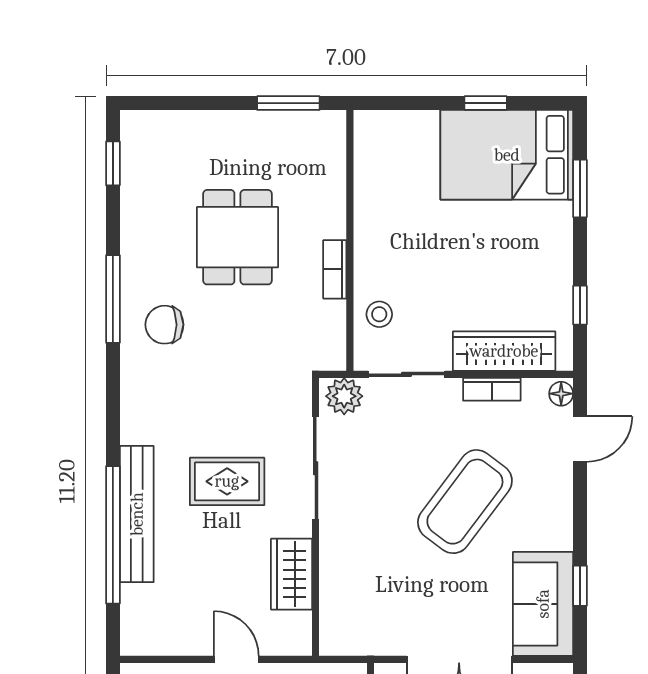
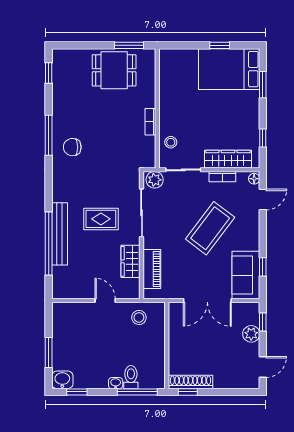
dining table: (237, 237) -> (114, 70), moved, turned 90
piano: (338, 591) -> (152, 269), added

